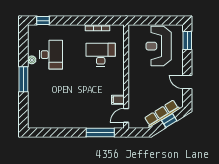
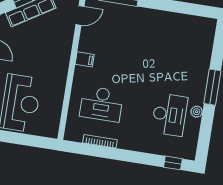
desk: (51, 55) -> (170, 115), turned 180
filing cabinet: (118, 100) -> (85, 59), moved

